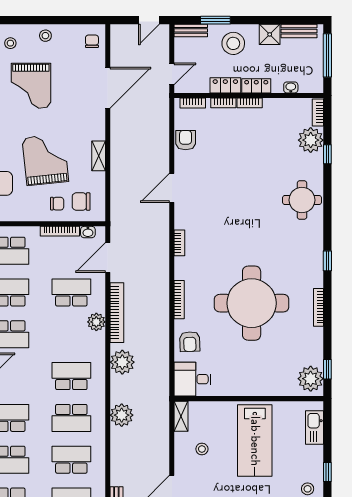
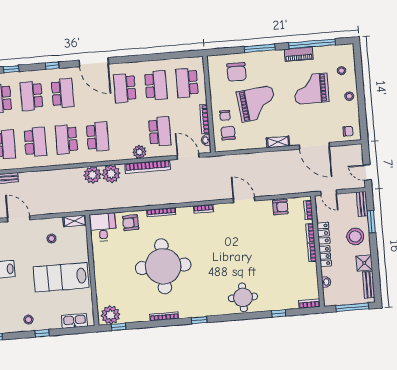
plant: (311, 140) -> (288, 300), removed
shelving: (99, 156) -> (278, 142), moved
plant: (122, 415) -> (92, 175), moved

